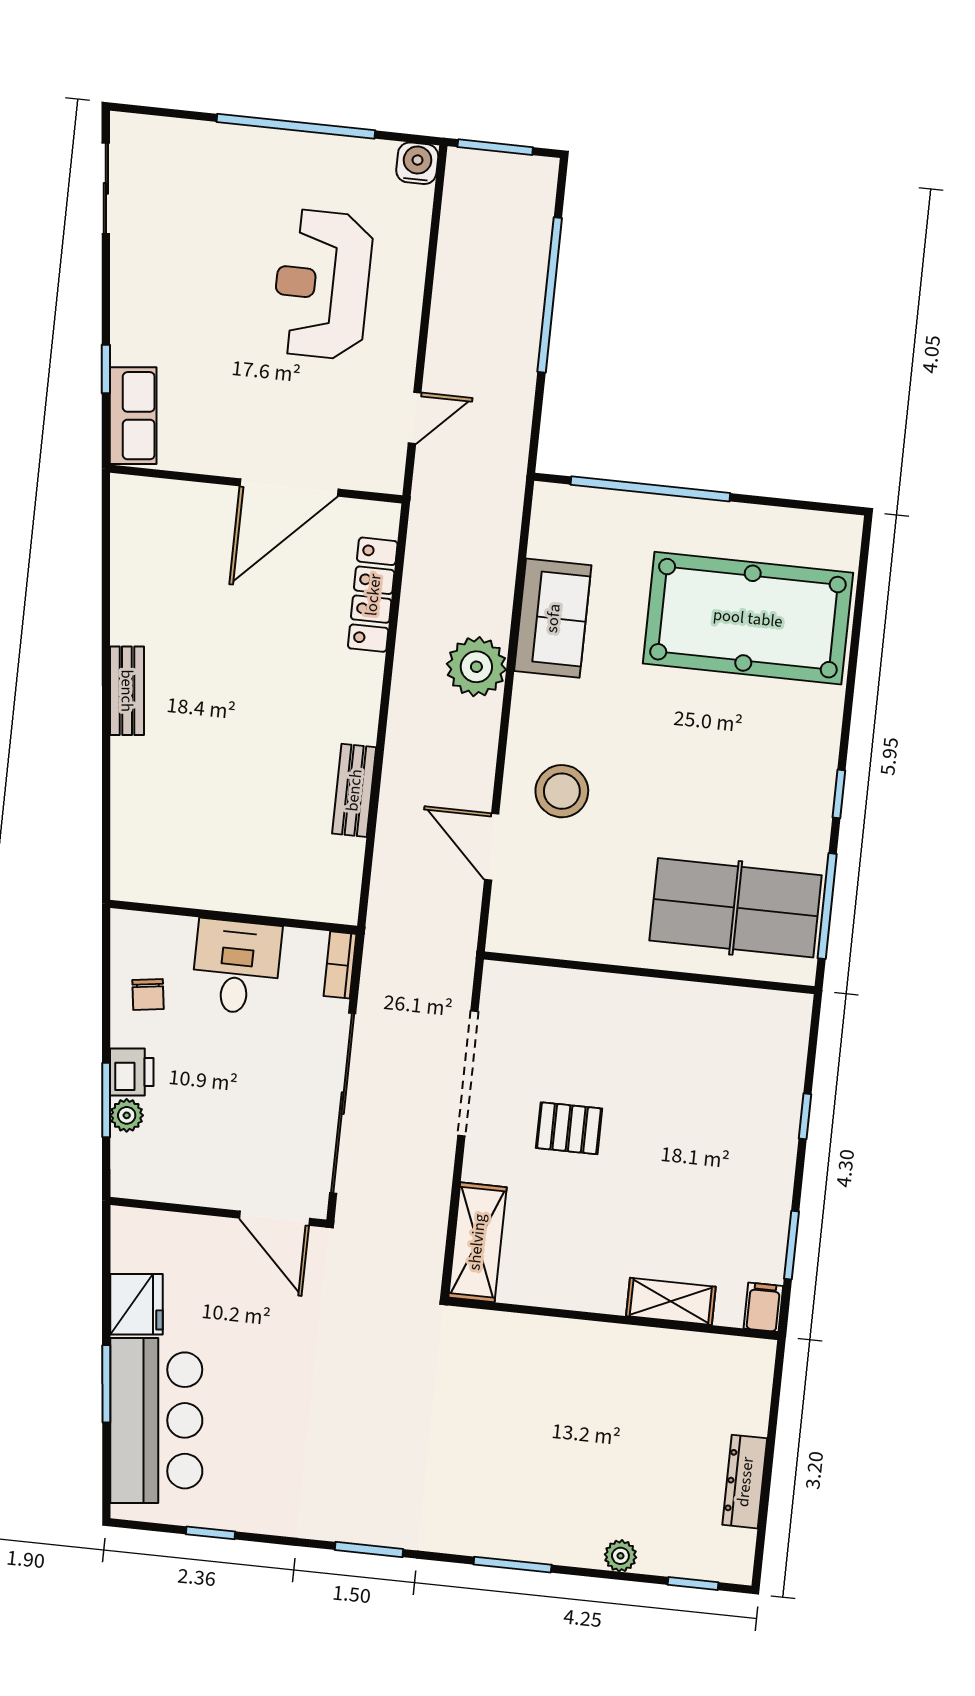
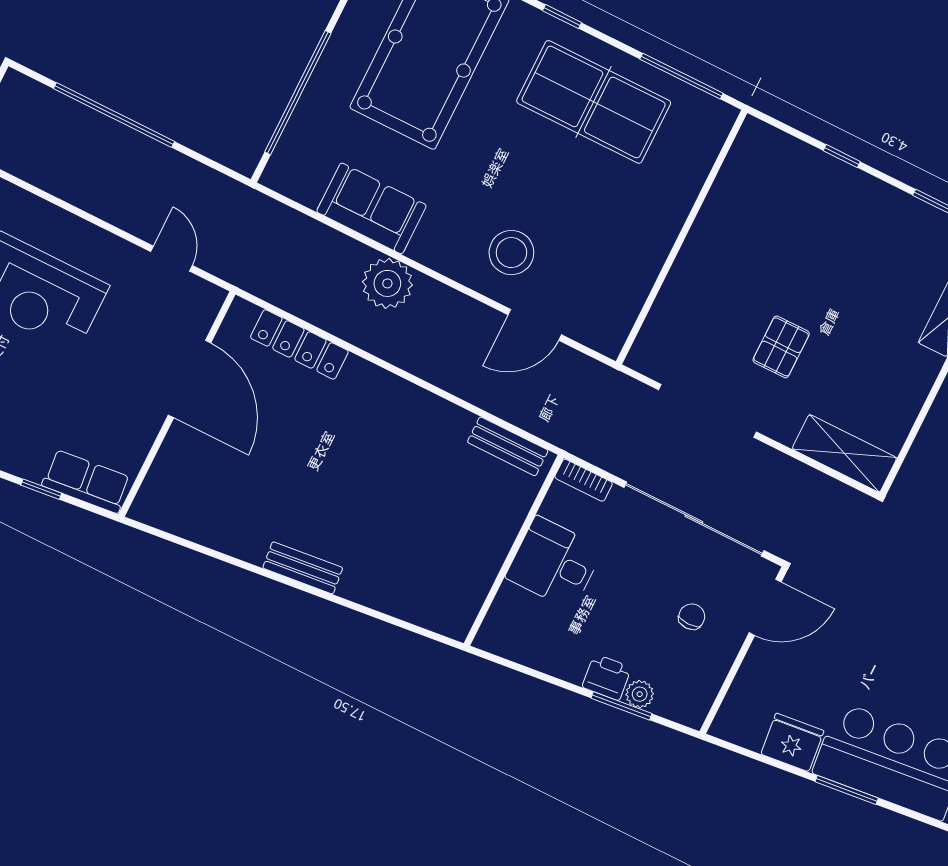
bench: (354, 790) -> (508, 446), moved
window: (839, 794) -> (562, 17), moved
table tennis table: (736, 908) -> (594, 102), moved, turned 90
chair: (148, 995) -> (692, 617), moved, turned -82

